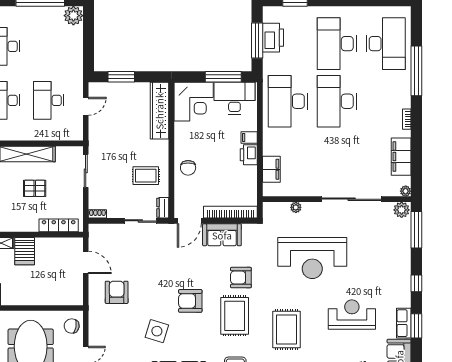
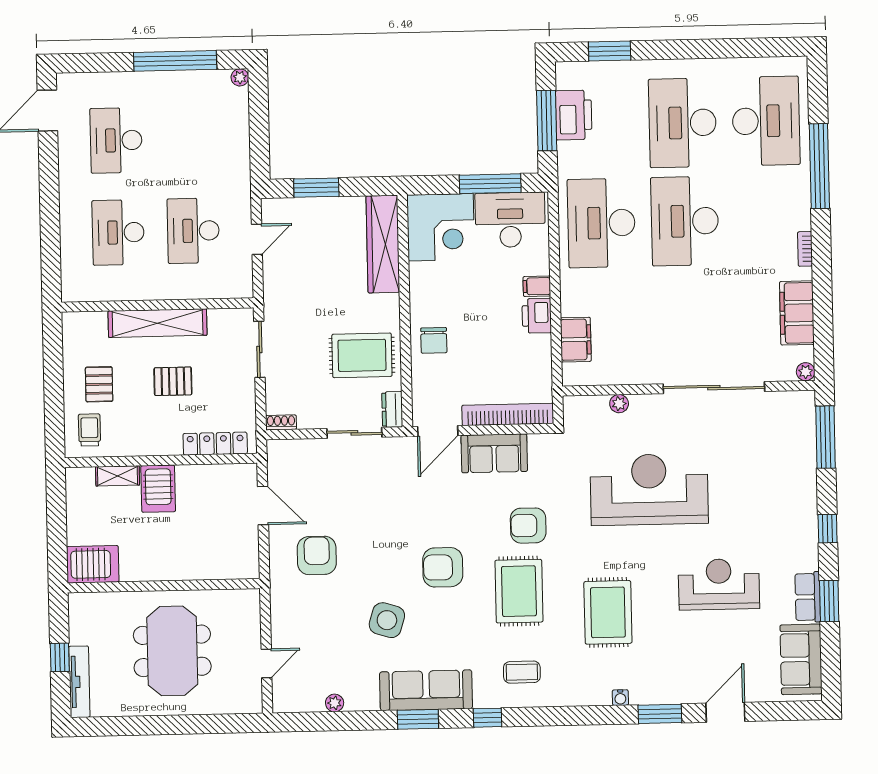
plant: (73, 16) -> (240, 77), width x0.53, depth x0.53
rug: (146, 176) -> (362, 355), width x1.36, depth x1.43
plant: (402, 210) -> (800, 404), removed
reception desk: (312, 258) -> (649, 490), turned 180
chair: (72, 326) -> (241, 615), removed

